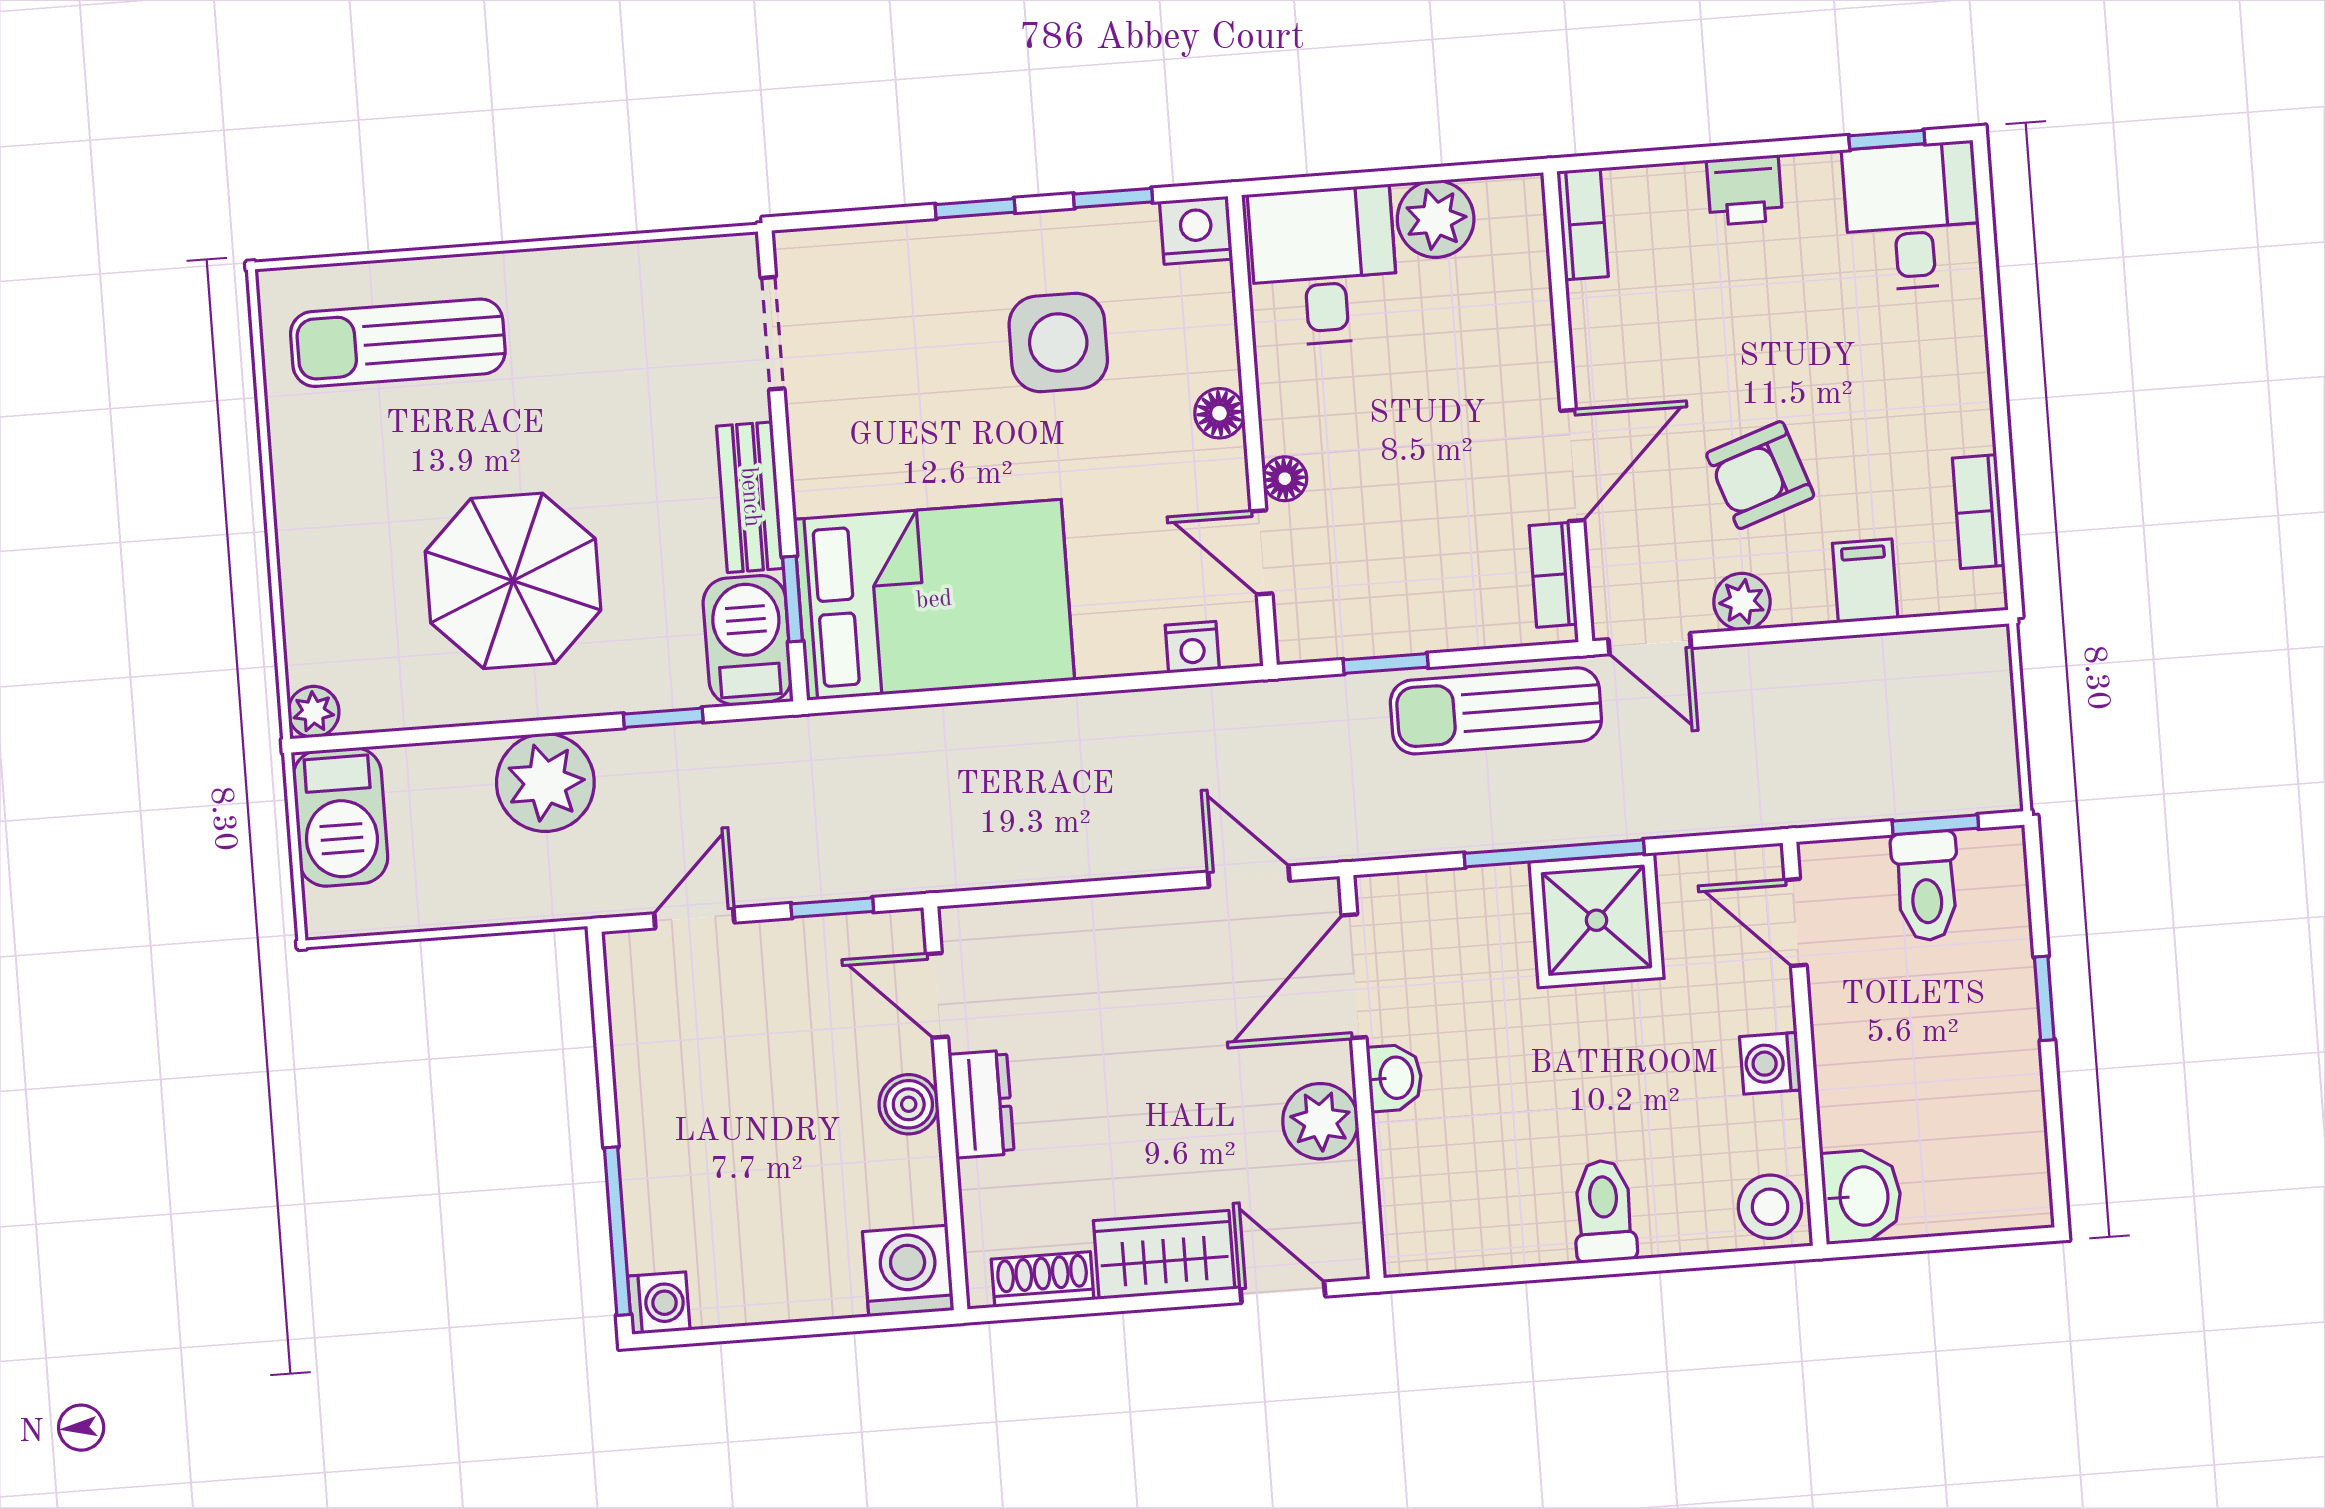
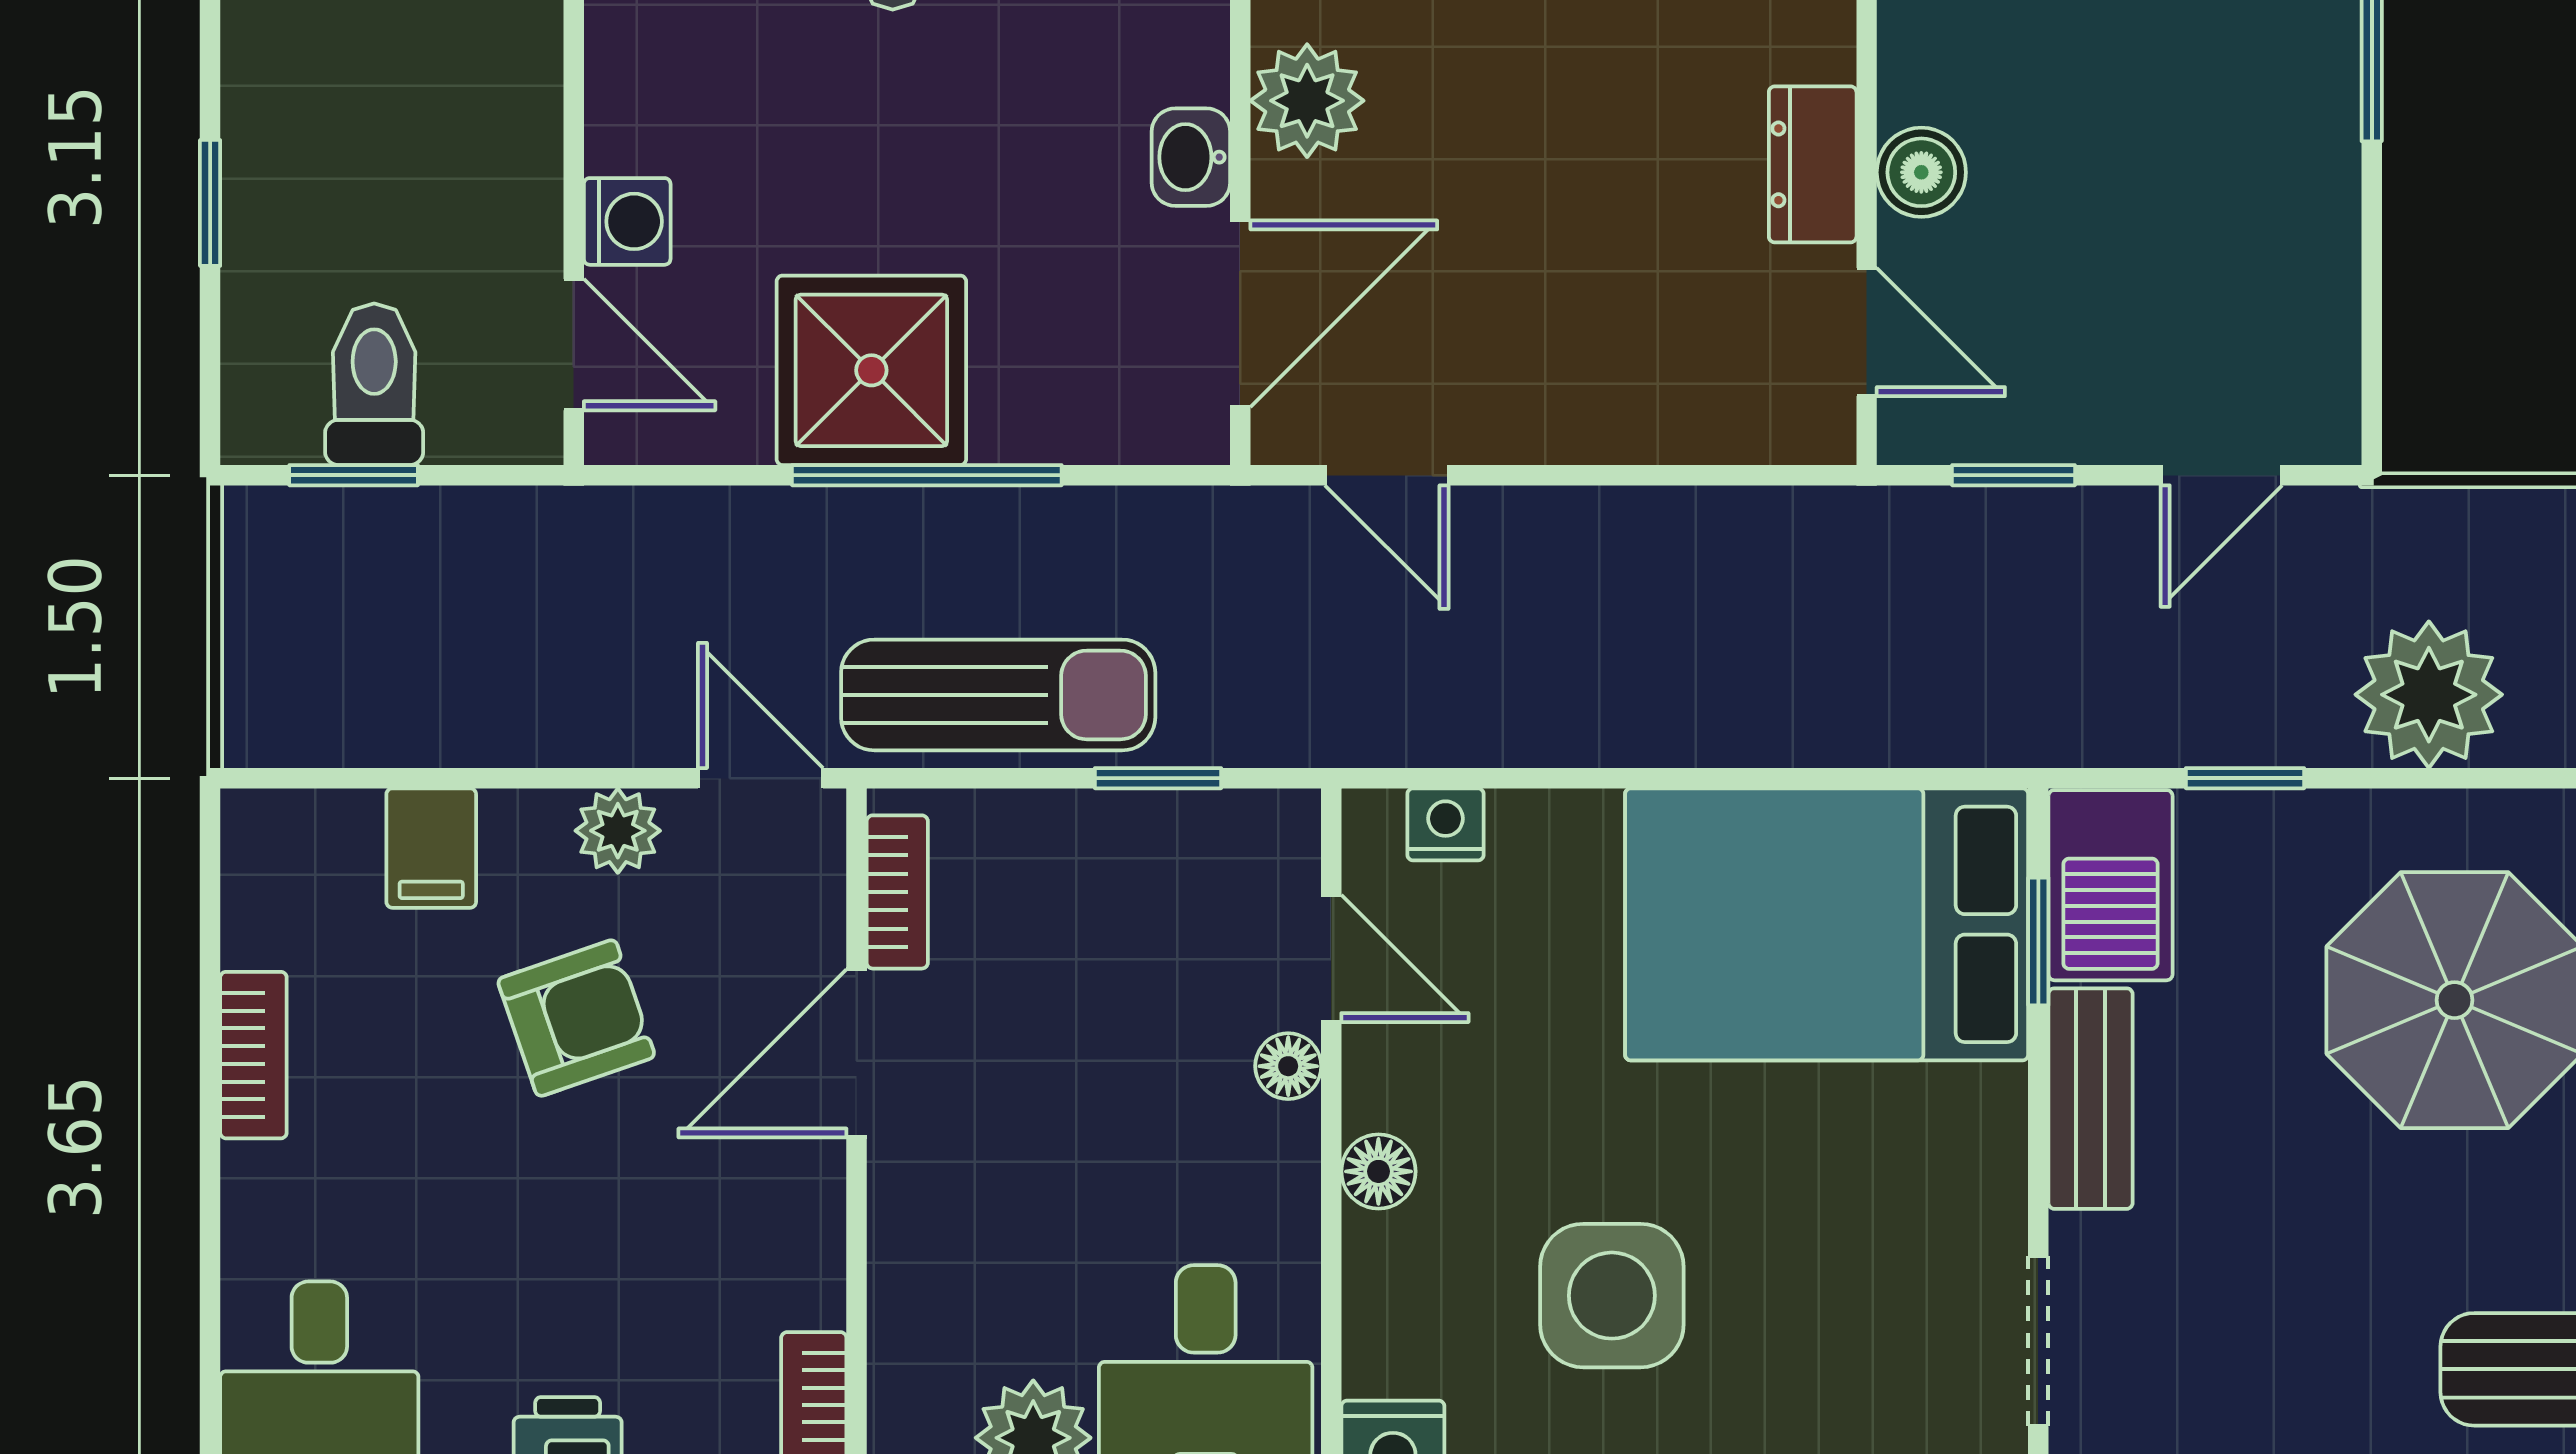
bookcase: (1979, 512) -> (253, 1055), moved
washing machine: (1770, 1063) -> (627, 221), moved

